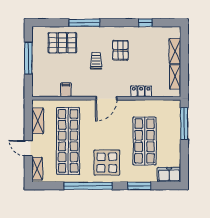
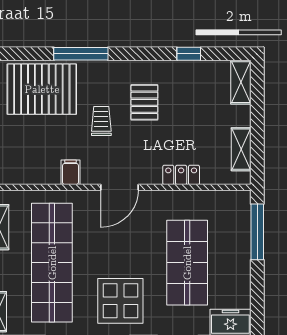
pallet: (62, 43) -> (42, 89), width x1.37, depth x1.41
shelving: (175, 51) -> (241, 82), moved
filing cabinet: (66, 90) -> (70, 172), moved

